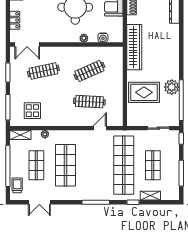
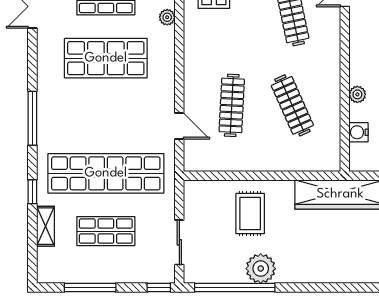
rug: (144, 92) -> (250, 214), width x0.73, depth x0.70

